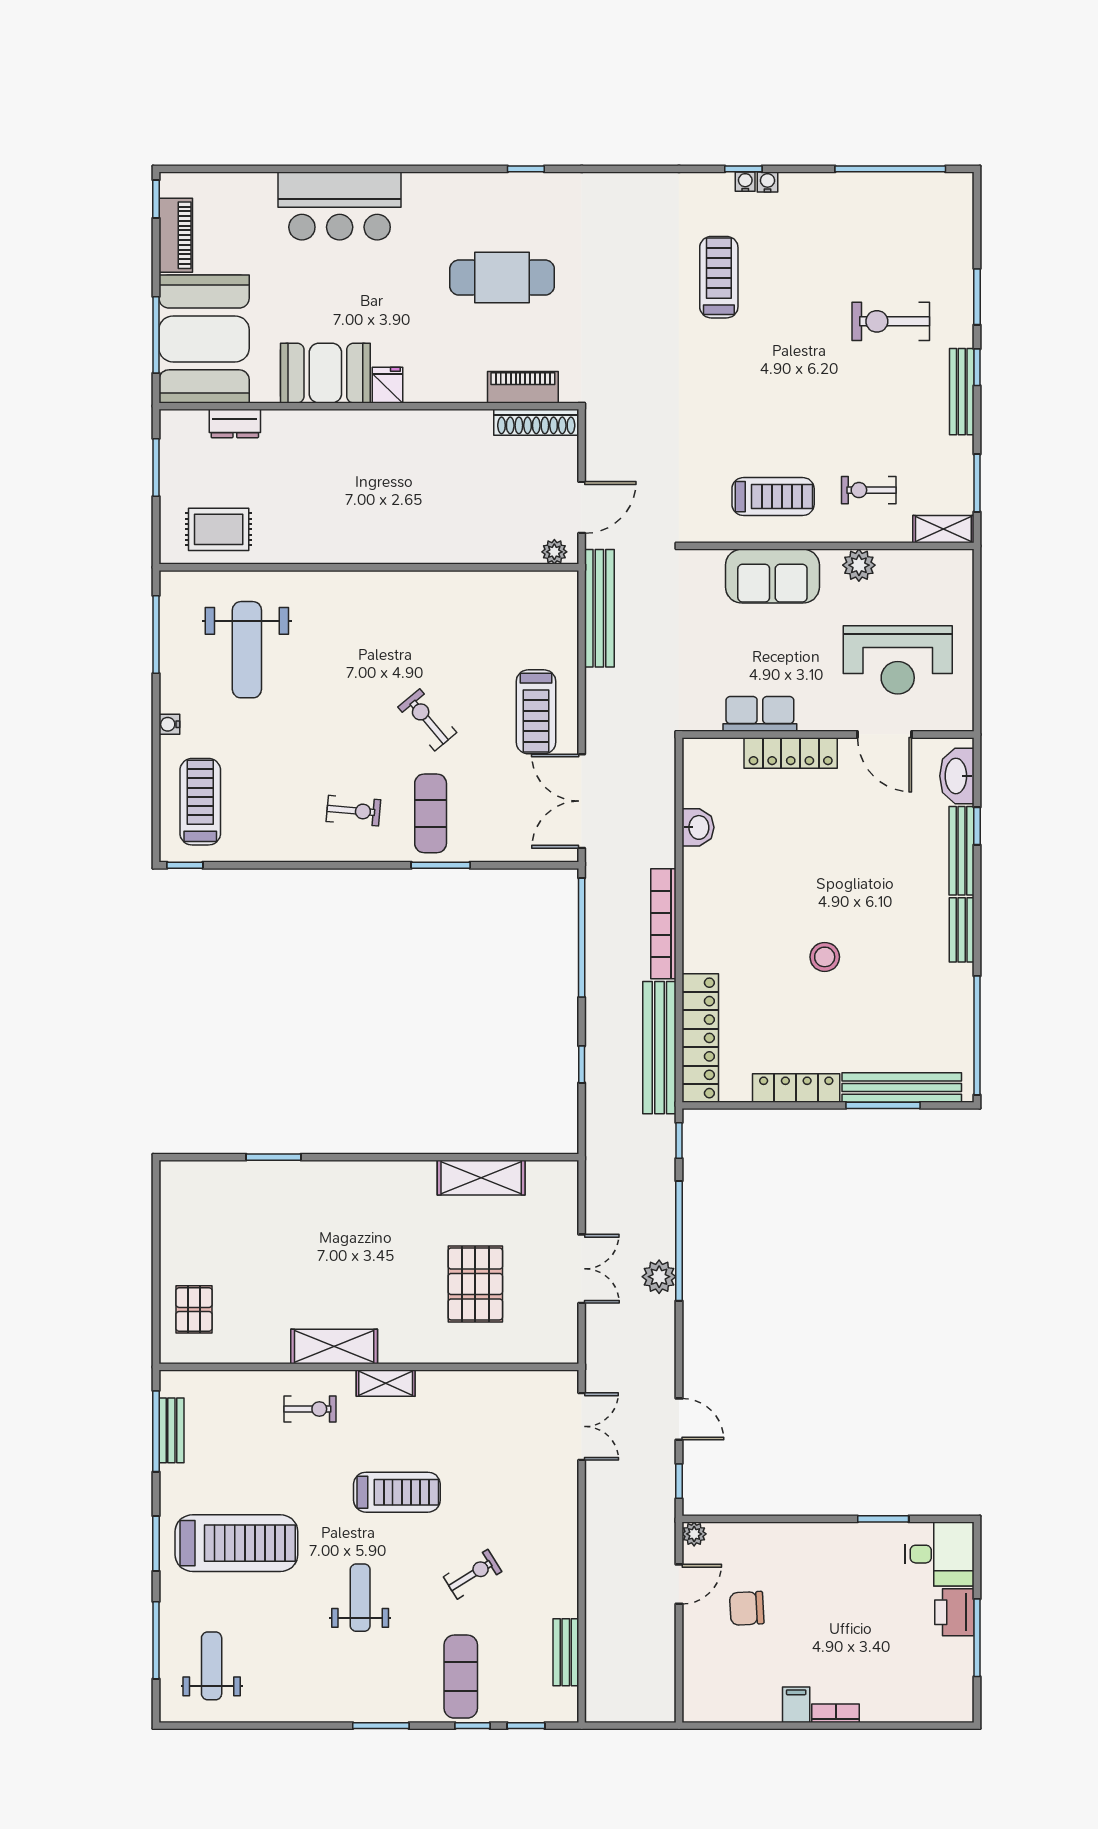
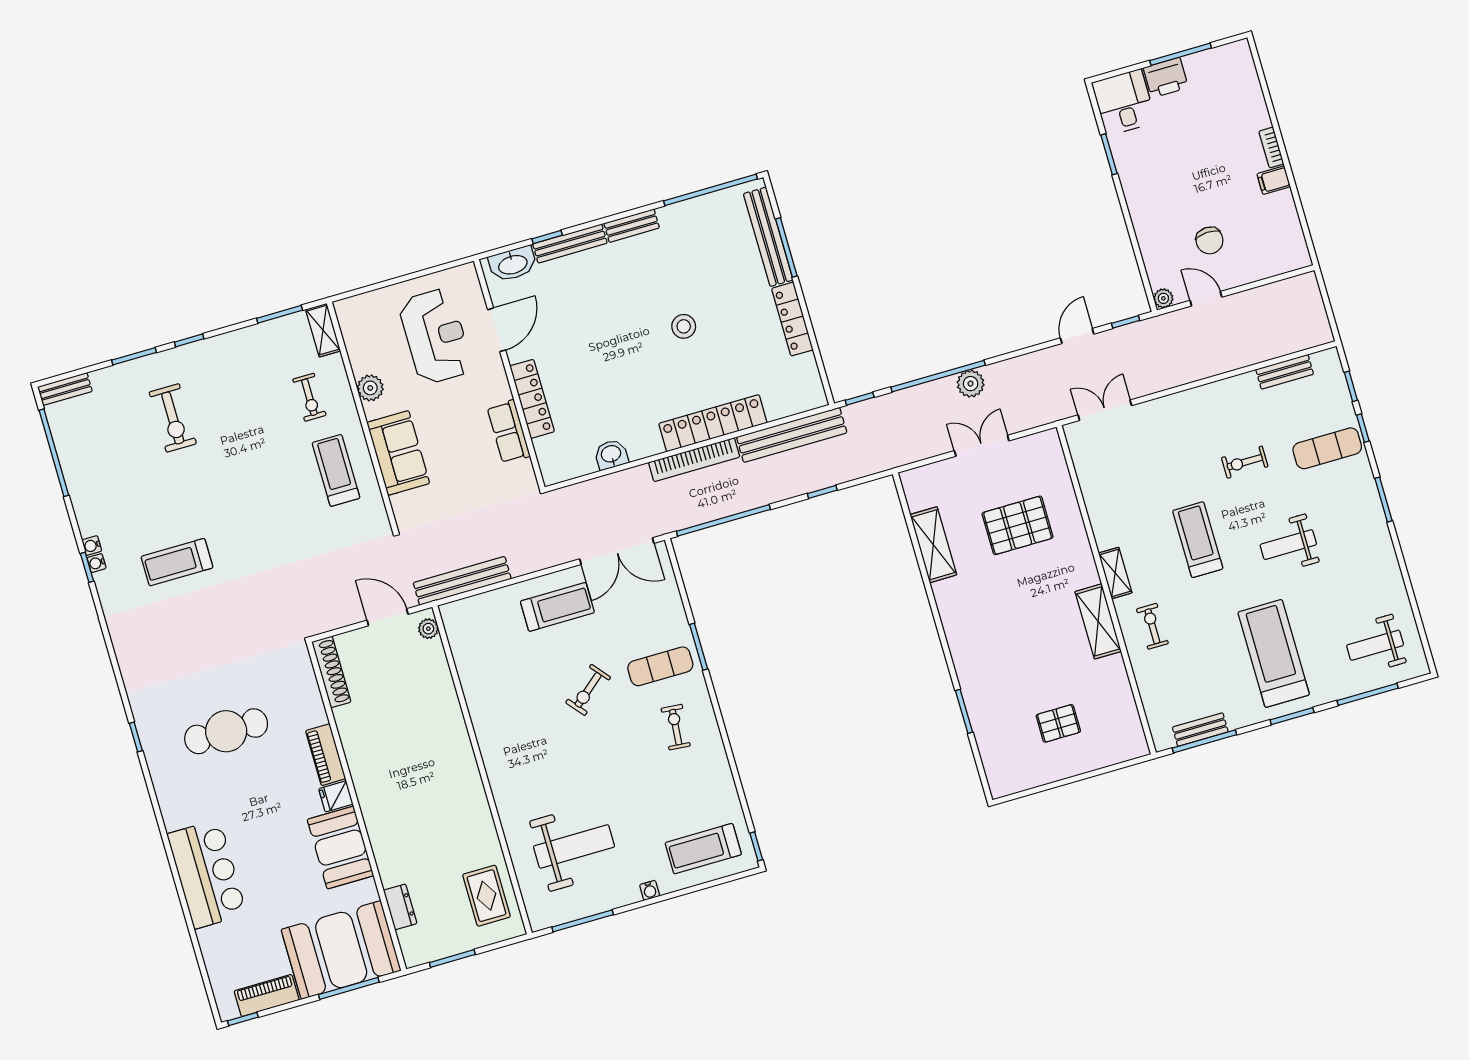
cafe table: (502, 278) -> (226, 731), turned 90
piano: (523, 387) -> (326, 755), moved
bench: (962, 392) -> (65, 389), moved, width x0.73
locker: (700, 1038) -> (713, 423), moved
pallet: (194, 1309) -> (1058, 723), moved
exercise bike: (473, 1574) -> (1245, 462), turned -58

